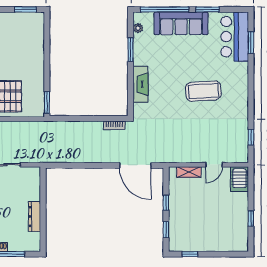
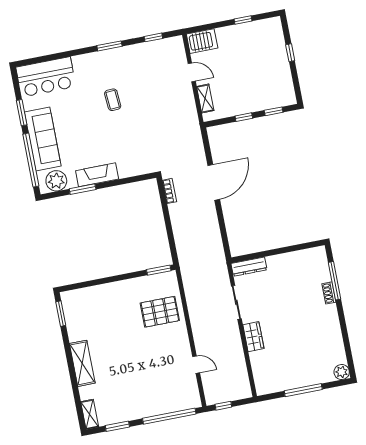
plant: (138, 28) -> (56, 181), width x1.88, depth x1.88
window: (251, 43) -> (109, 46), moved
fireplace: (140, 84) -> (97, 175), moved
coffee table: (203, 91) -> (113, 100), width x0.54, depth x0.58
door: (135, 165) -> (214, 182), moved
dresser: (35, 216) -> (249, 267), moved
window: (190, 254) -> (290, 53), moved

